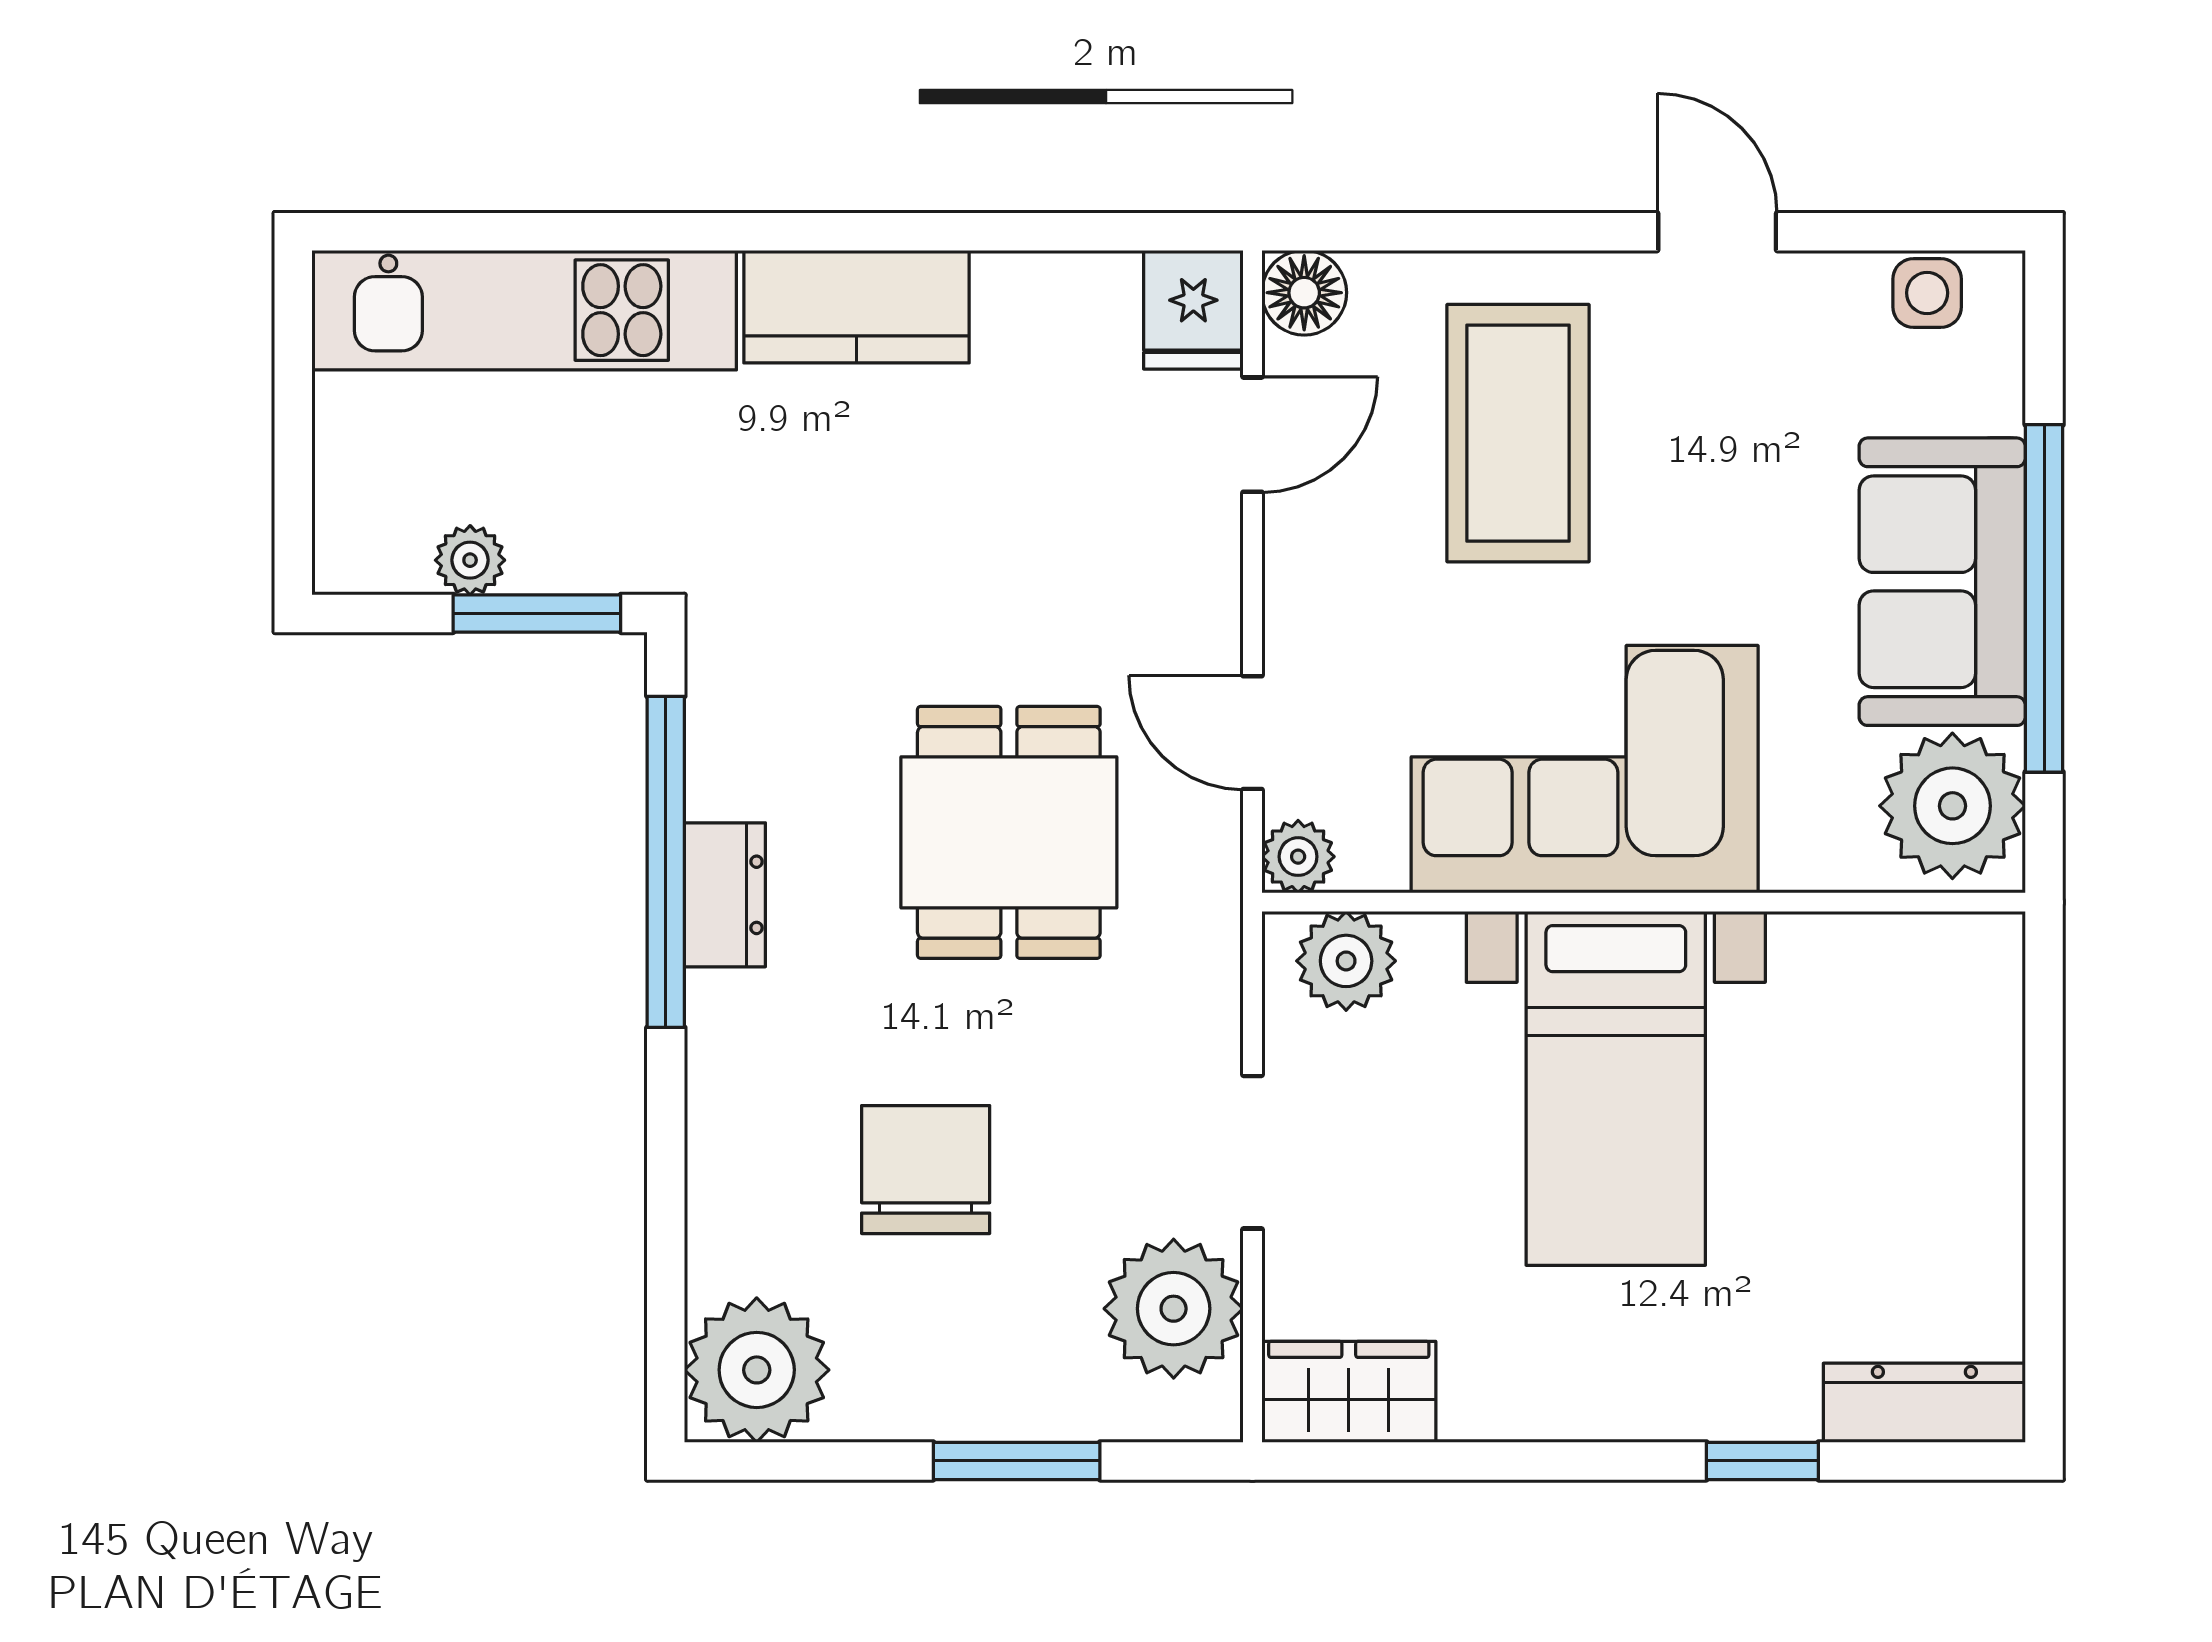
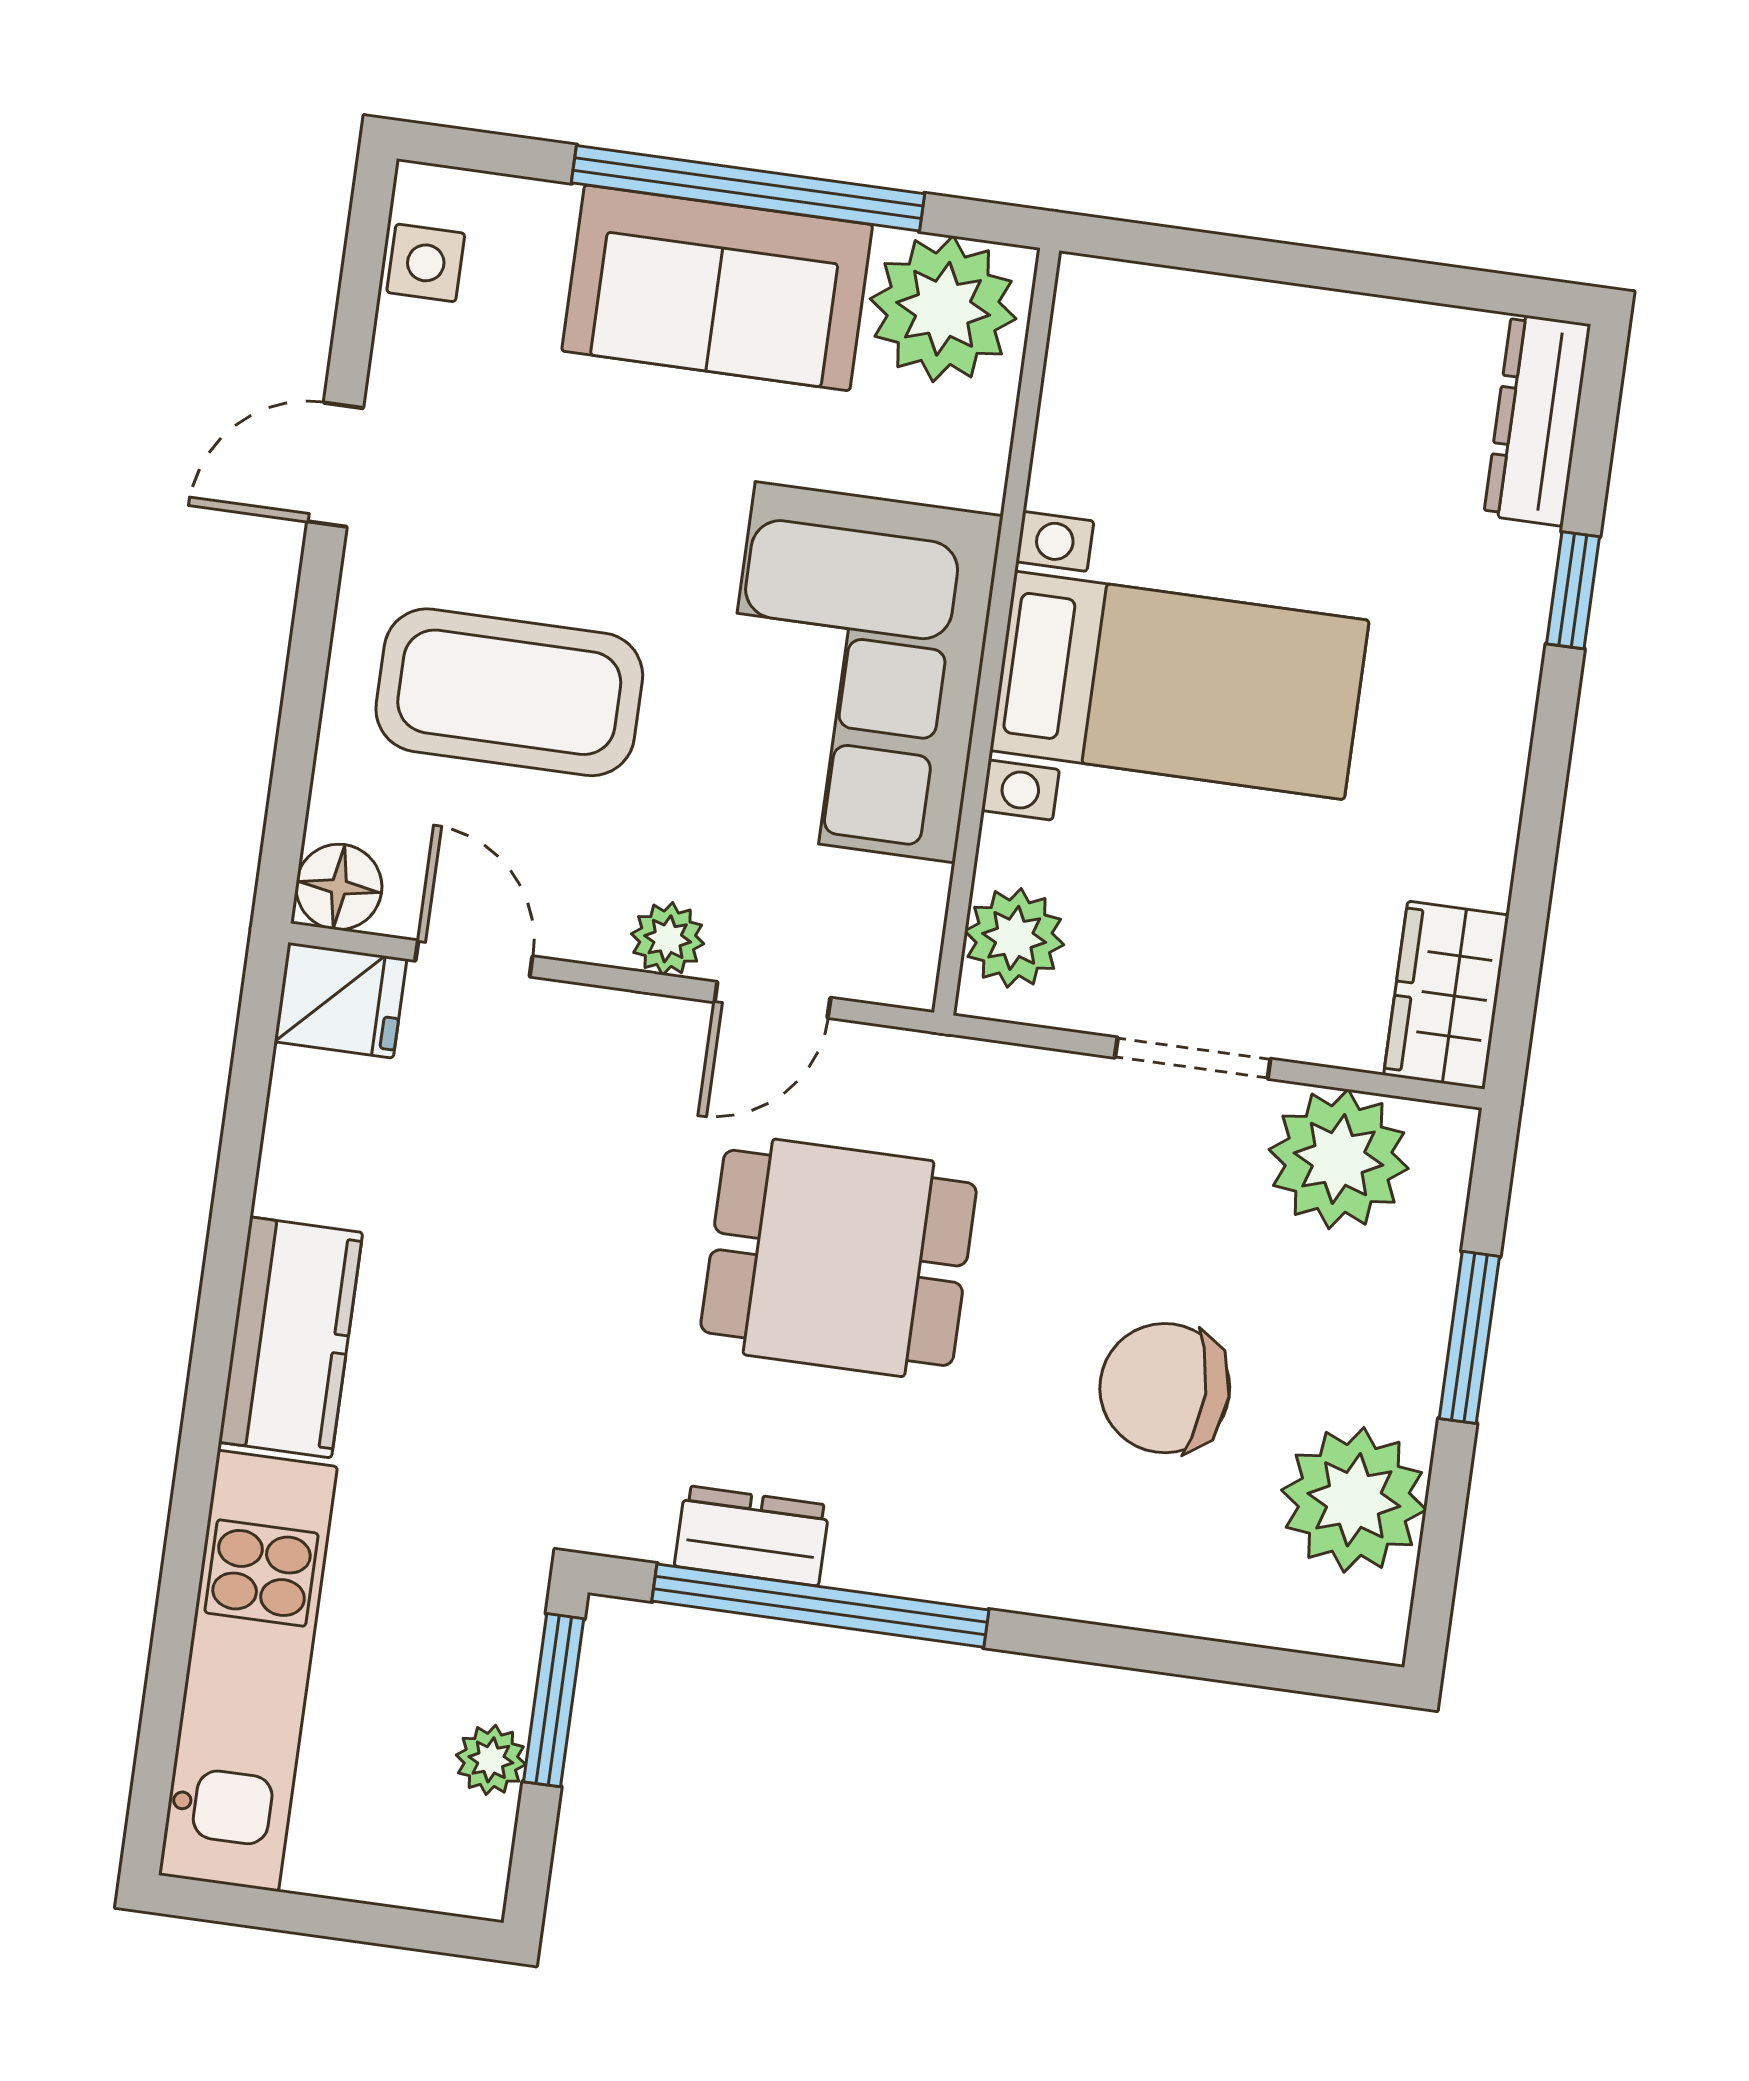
plant: (1298, 857) -> (668, 939), moved
dresser: (725, 895) -> (752, 1536), moved
plant: (757, 1370) -> (1354, 1500), moved

